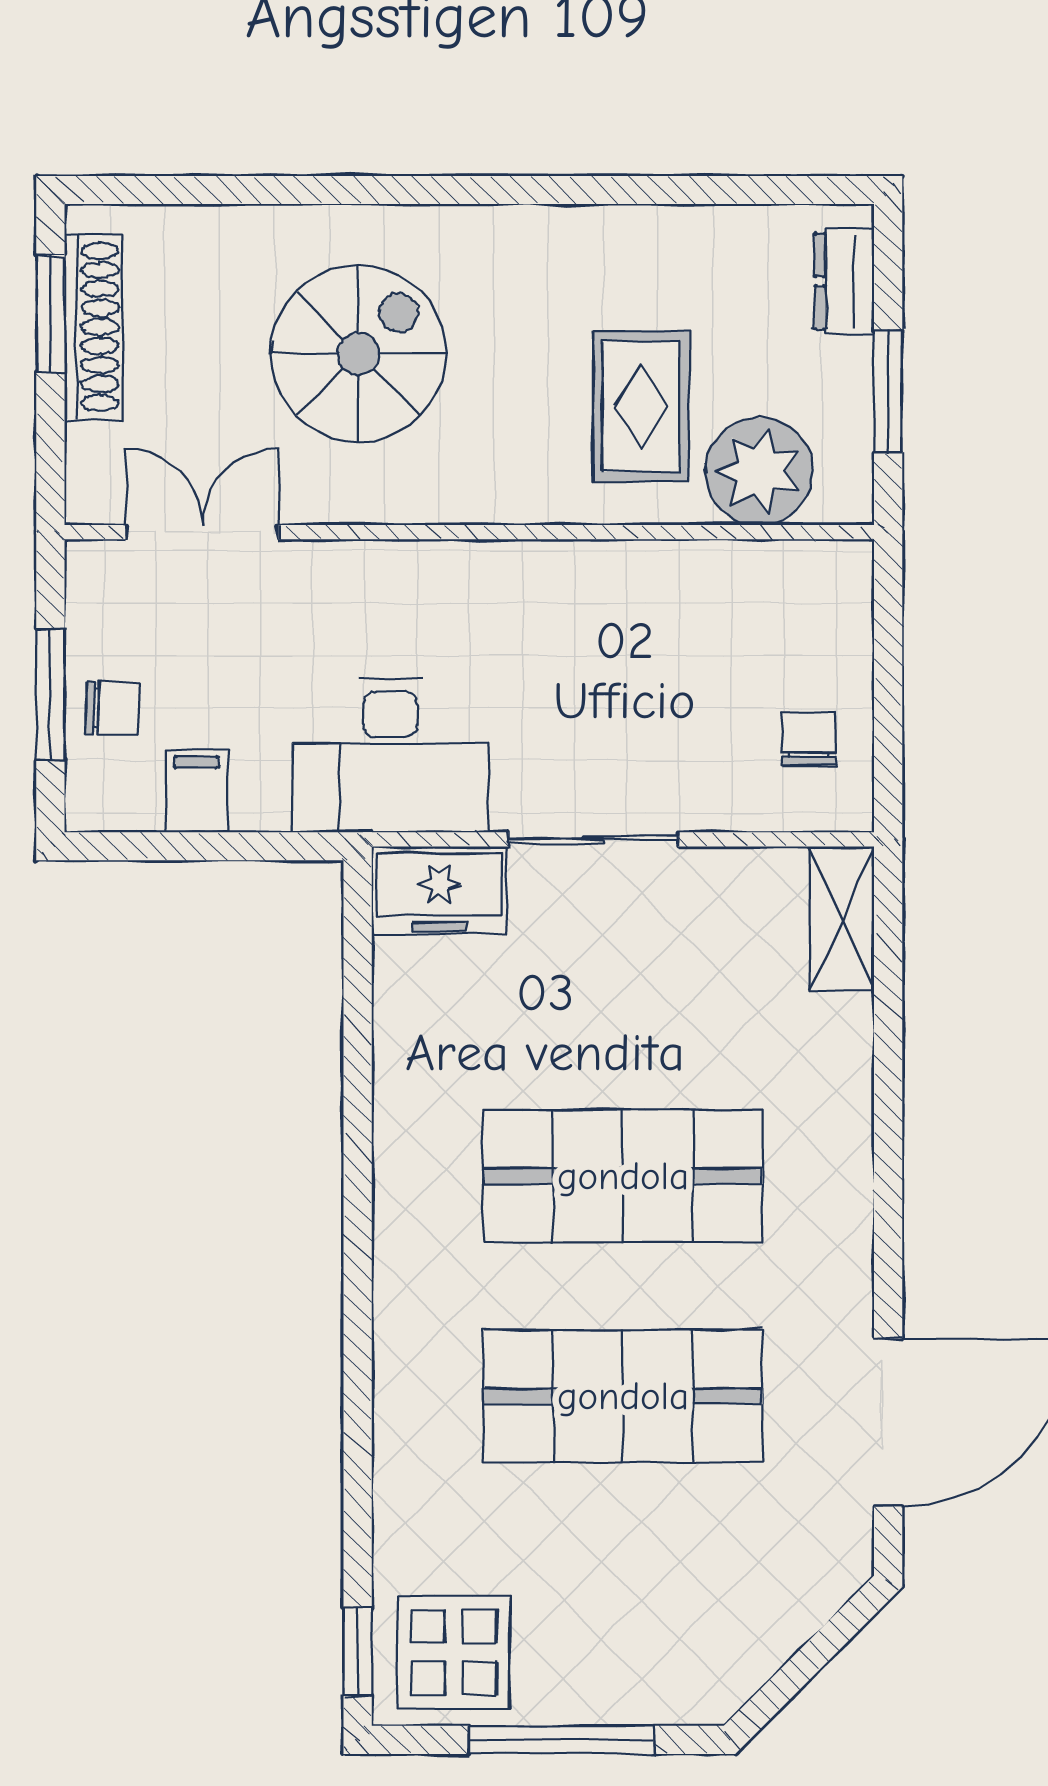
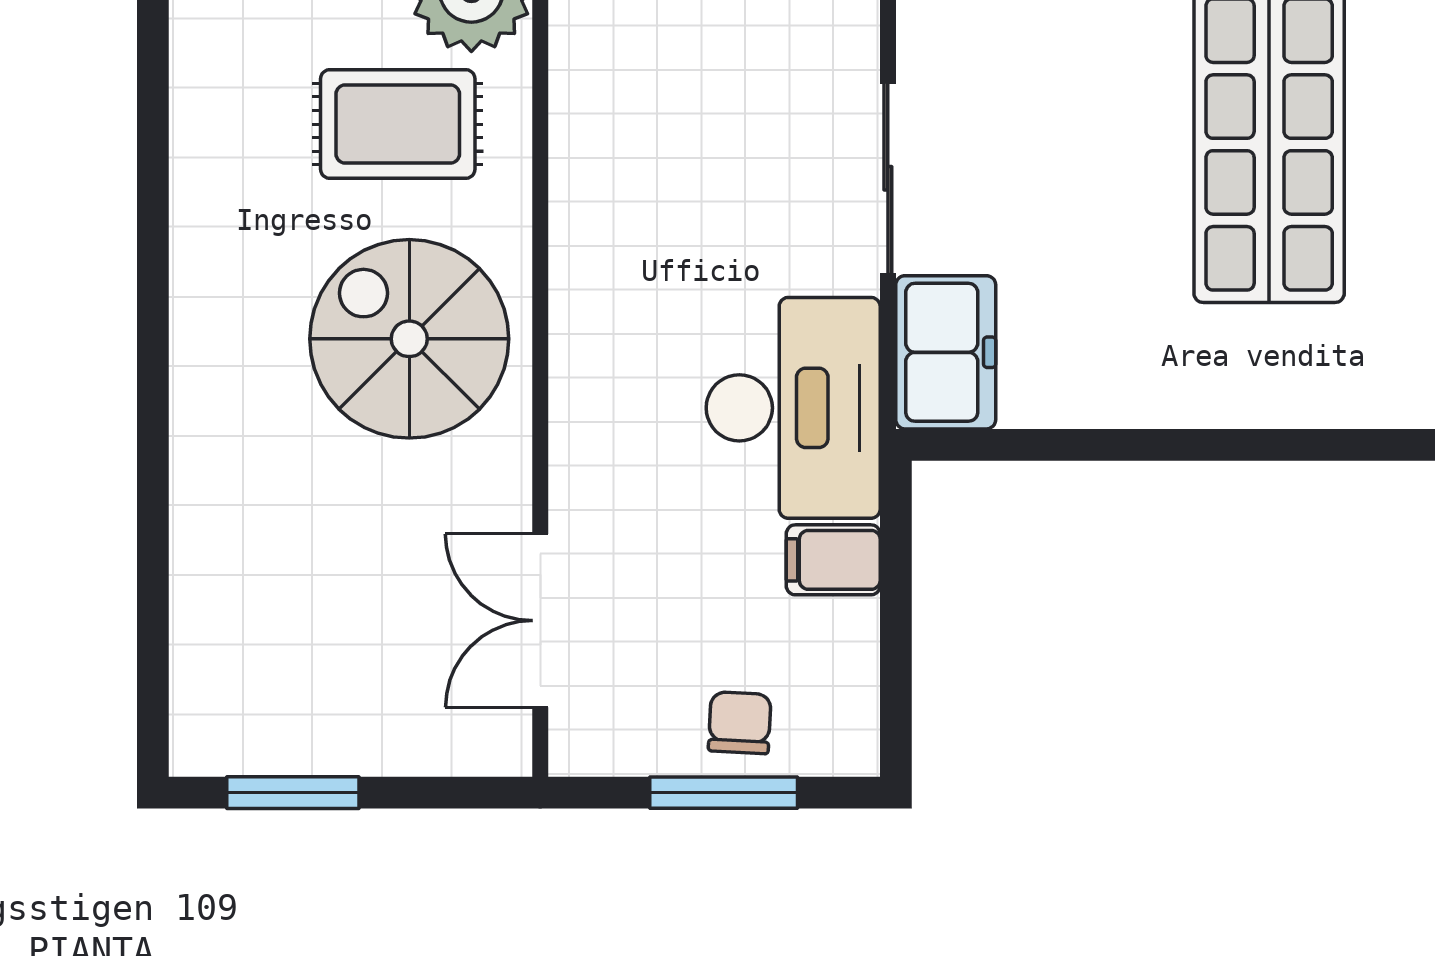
shoe rack: (93, 327) -> (308, 744), removed
spiral stairs: (358, 353) -> (409, 339), moved
filing cabinet: (196, 791) -> (833, 560), moved

